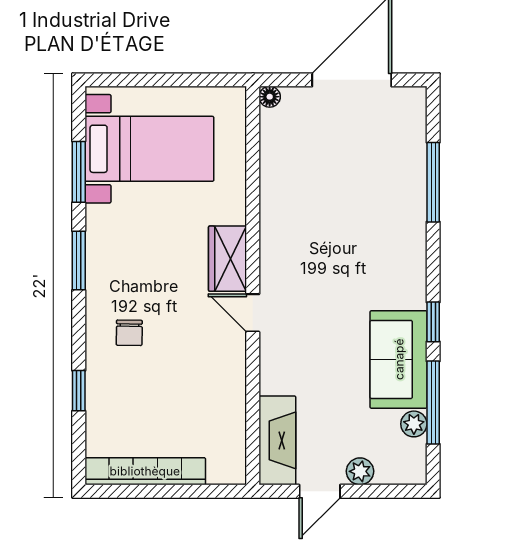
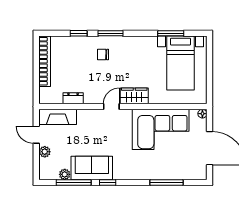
corner sofa: (307, 196) -> (161, 129), added
window: (79, 261) -> (111, 33), moved
dresser: (233, 404) -> (73, 98), added

